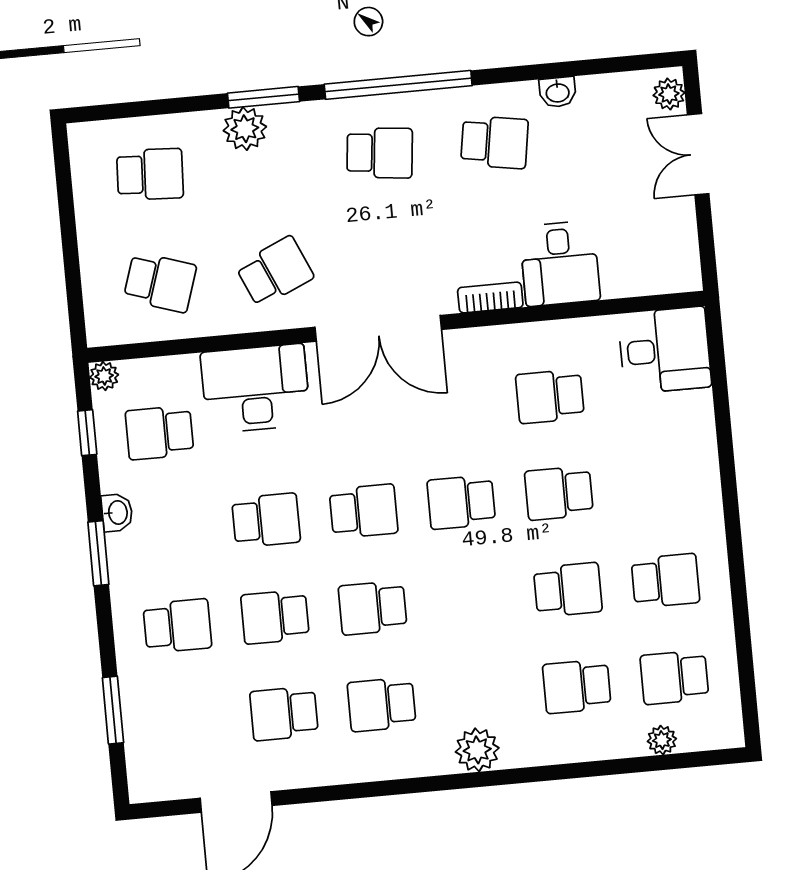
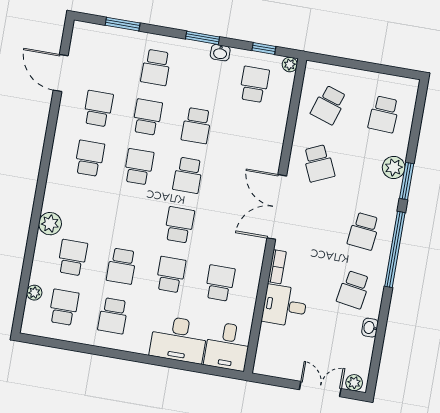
desk: (255, 389) -> (179, 339), moved, turned 90
plant: (477, 750) -> (50, 224), moved

